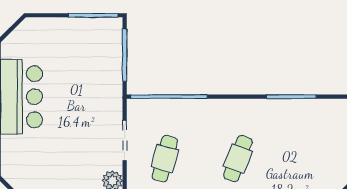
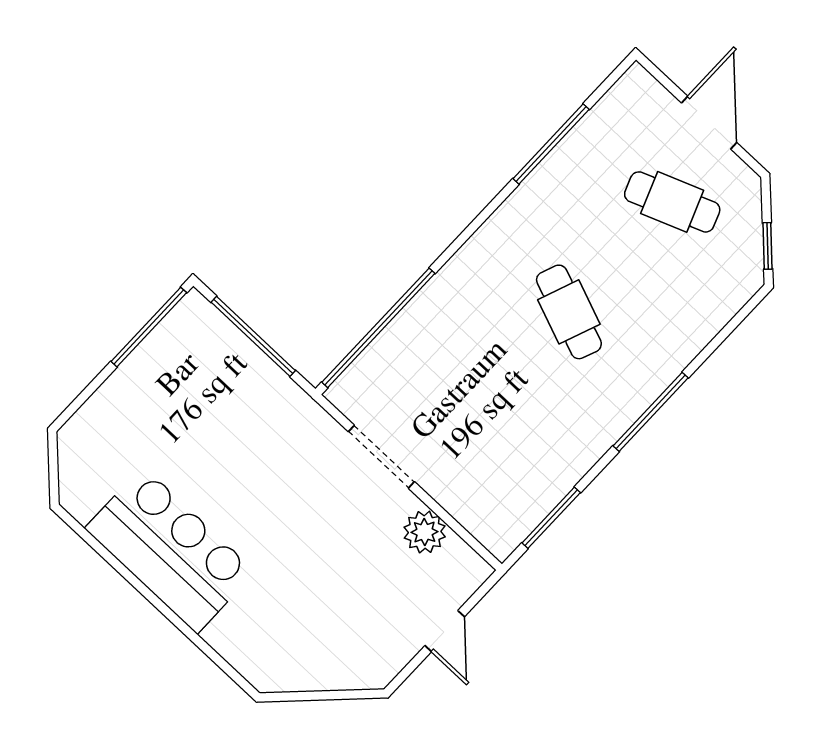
cafe table: (165, 159) -> (672, 202), moved, turned -36

